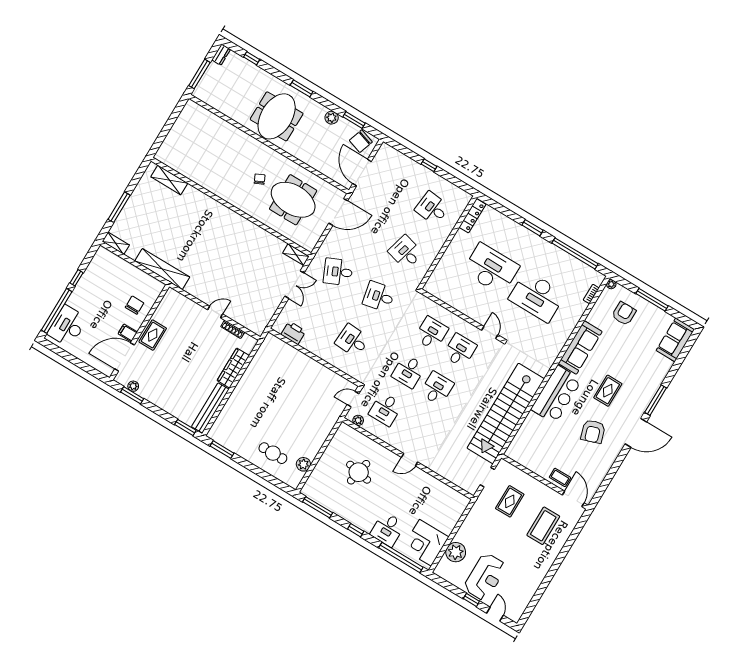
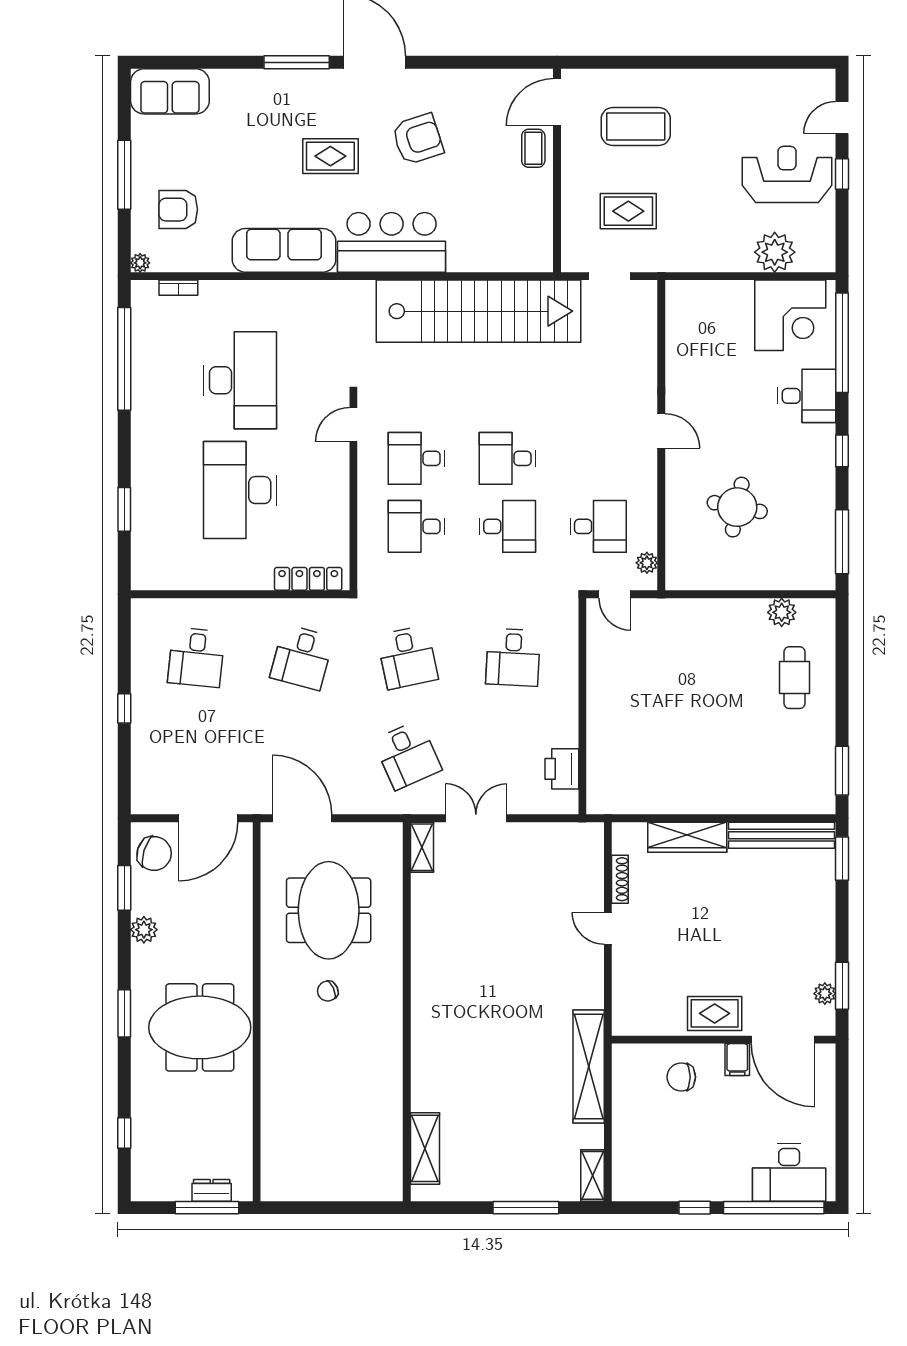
dresser: (221, 55) -> (212, 1190), moved
locker: (472, 216) -> (308, 579), moved
window: (533, 228) -> (124, 509), moved

